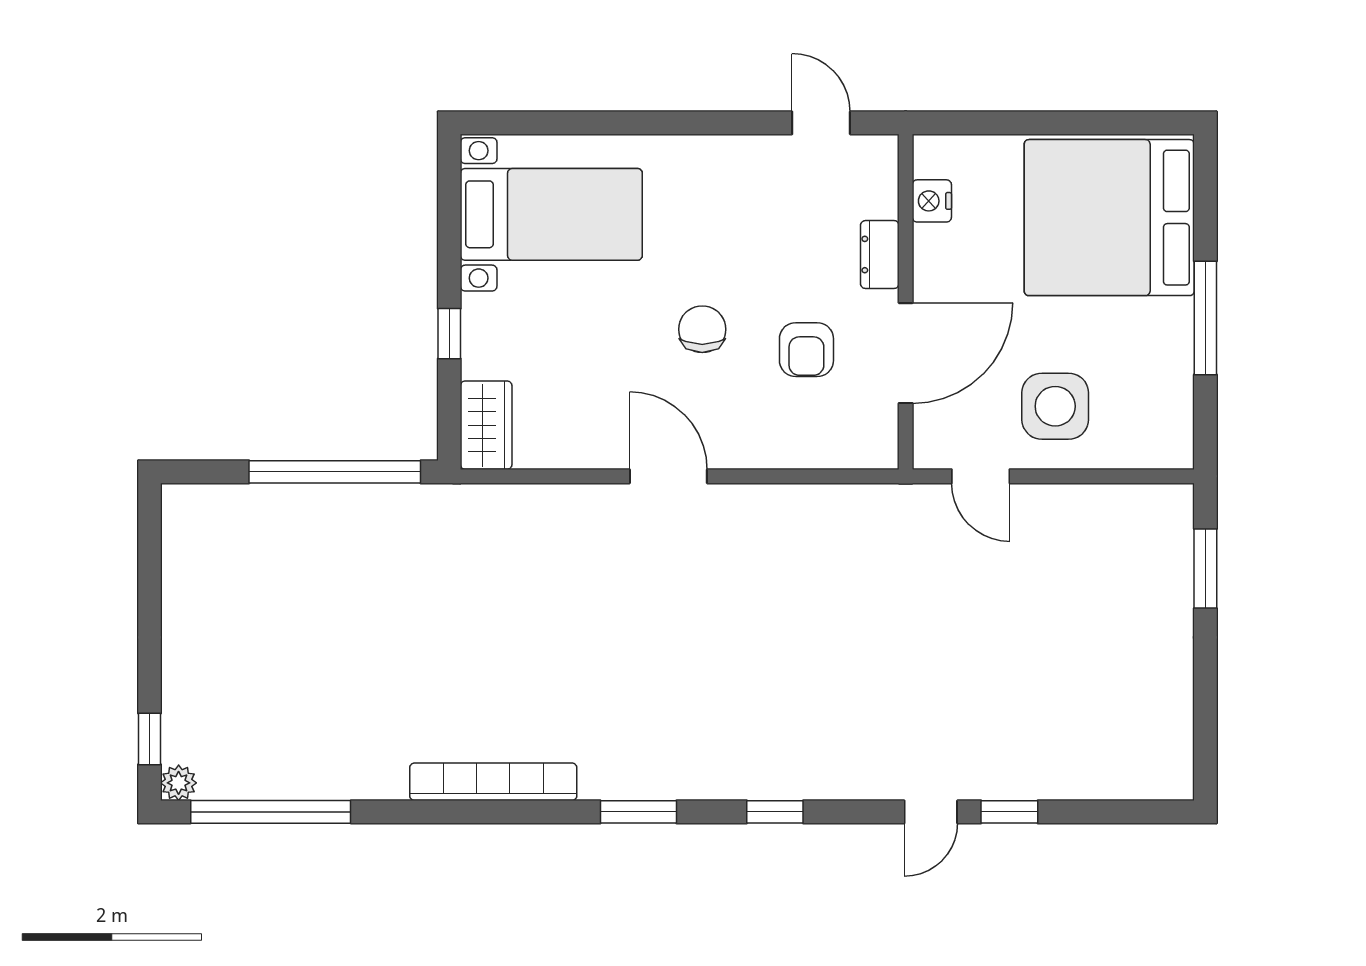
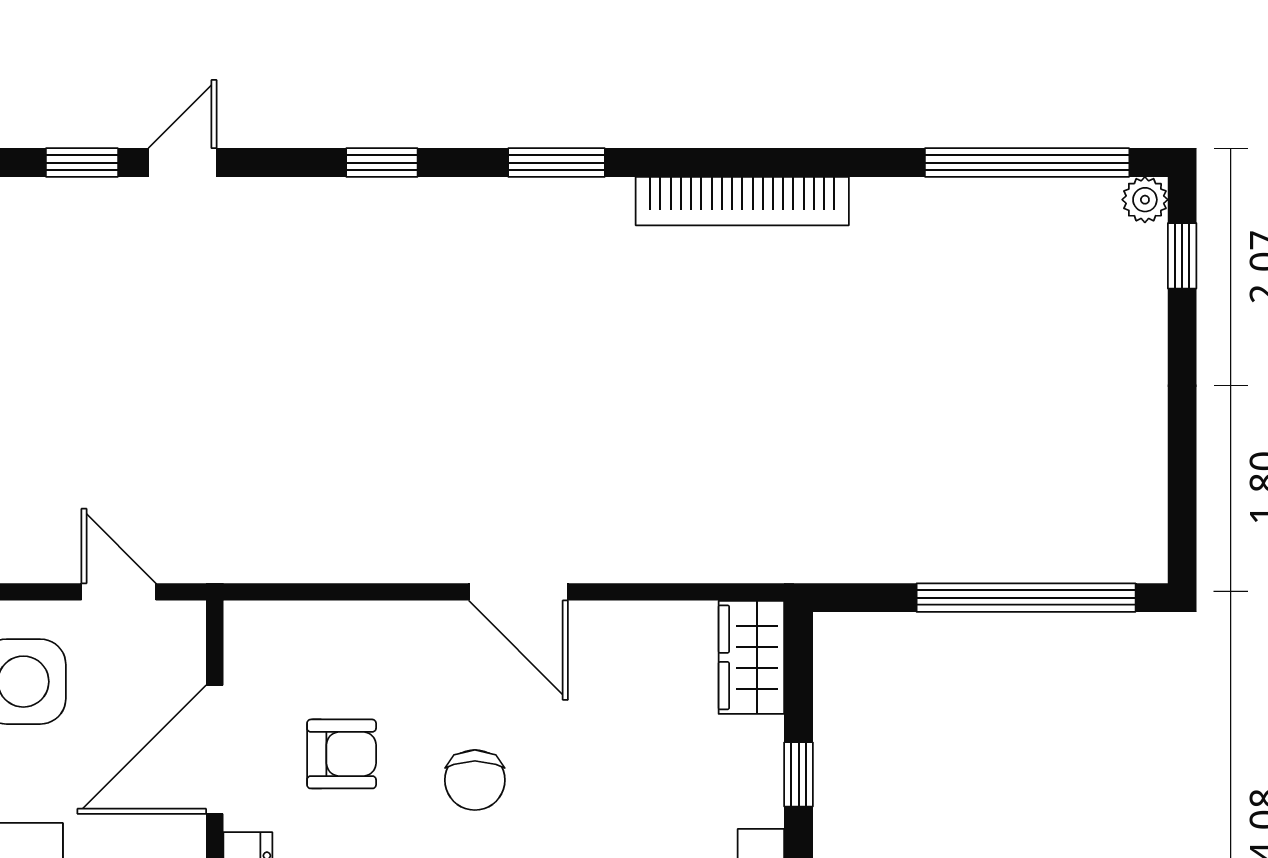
armchair: (806, 350) -> (342, 754), turned 90
window: (335, 472) -> (1026, 598), moved

